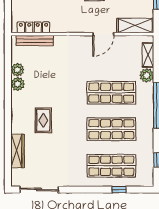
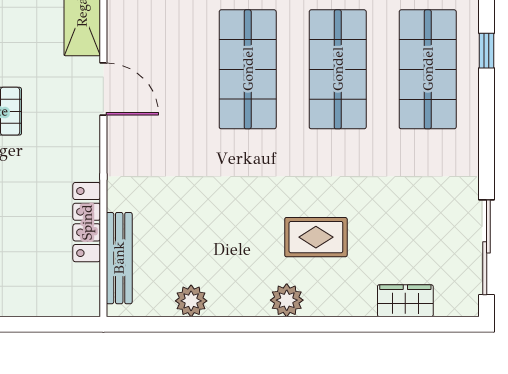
locker: (33, 27) -> (87, 222), moved
plant: (18, 84) -> (287, 300), moved
wardrobe: (17, 151) -> (405, 301), width x0.67

